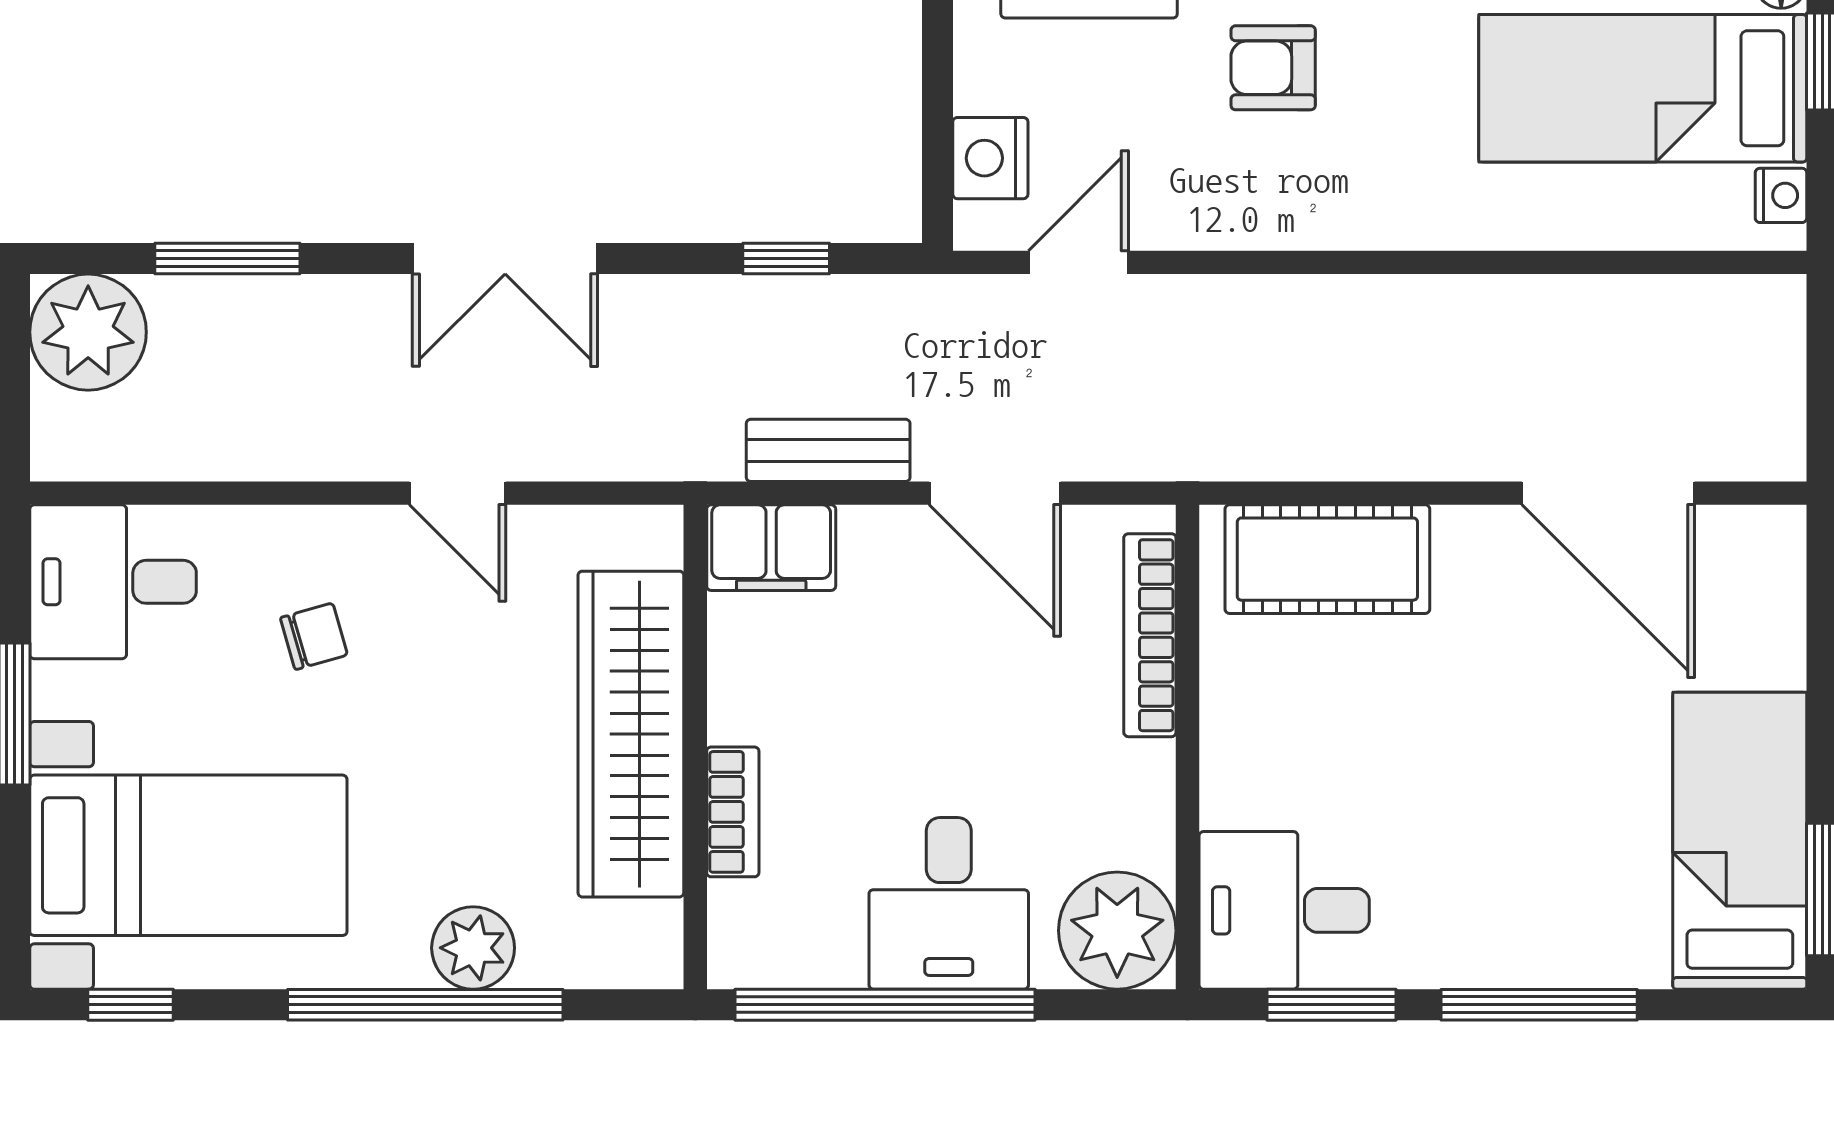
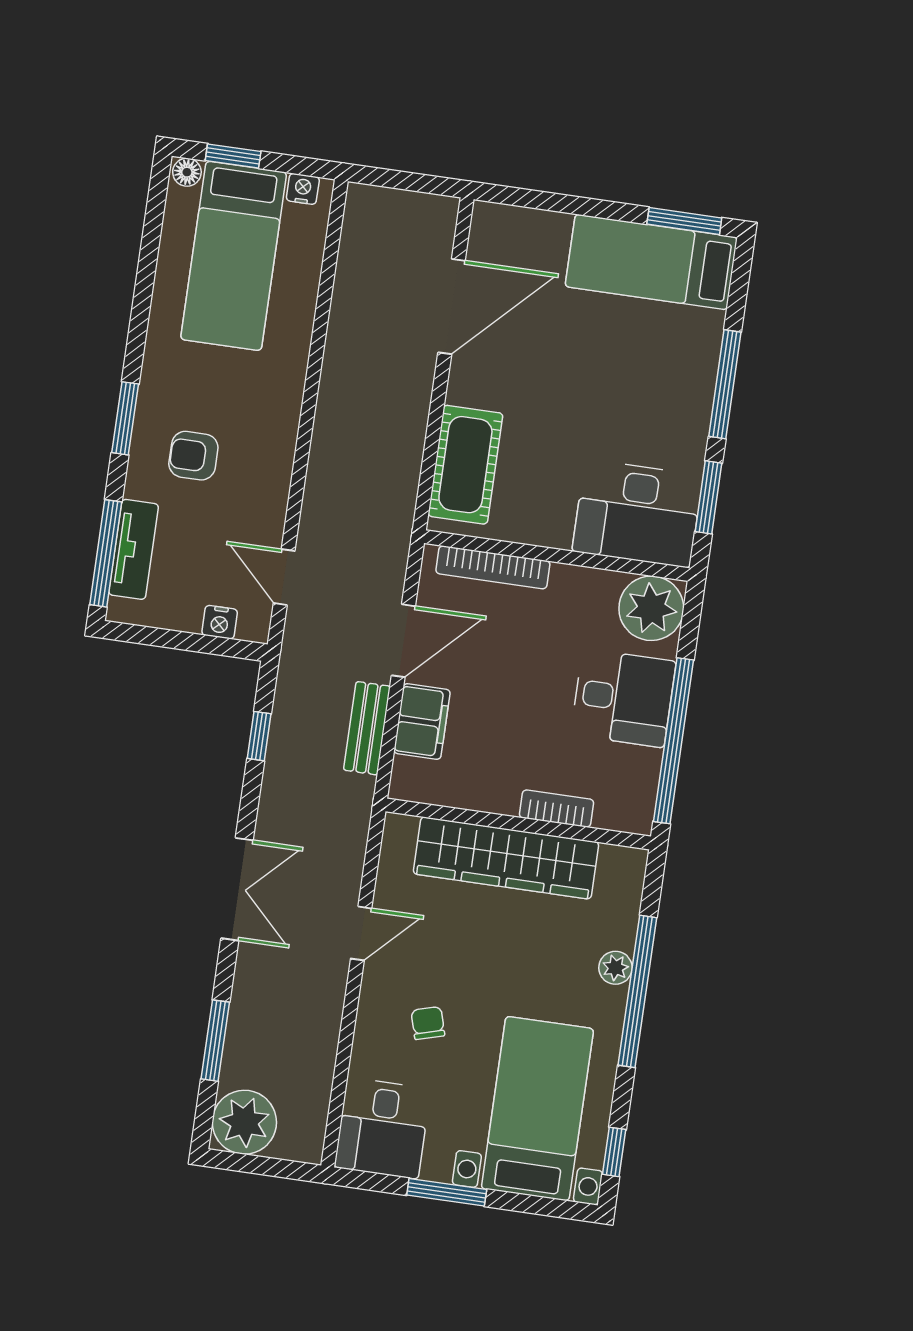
armchair: (1273, 68) -> (193, 456), turned 90
nightstand: (990, 158) -> (220, 622), width x0.72, depth x0.74
filing cabinet: (771, 548) -> (422, 722), moved
desk: (1284, 910) -> (637, 514), width x1.37
plant: (473, 948) -> (615, 968), width x0.73, depth x0.73

